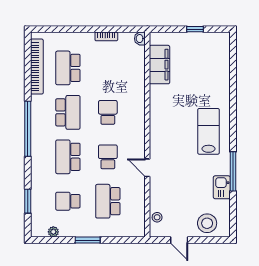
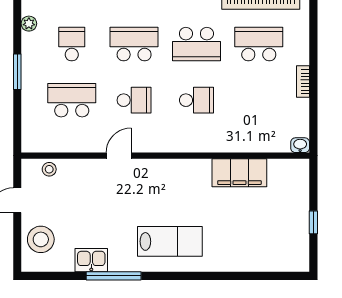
bookcase: (106, 36) -> (303, 82), moved
filing cabinet: (160, 65) -> (239, 173), moved

